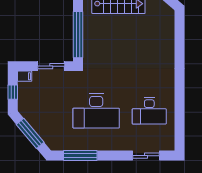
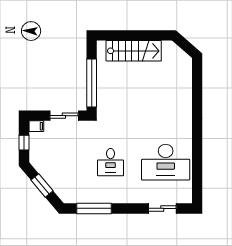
desk: (96, 111) -> (111, 162), width x0.53, depth x0.77
desk: (149, 111) -> (166, 162), width x1.36, depth x1.30
window: (30, 133) -> (42, 185), width x0.69

